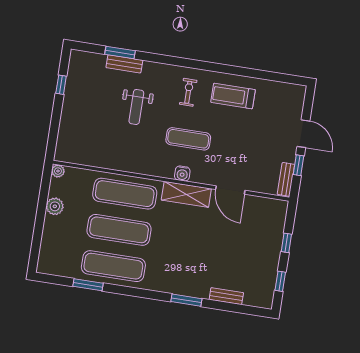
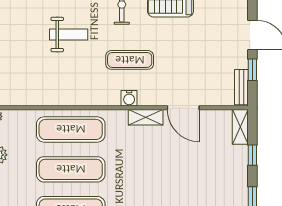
weight bench: (136, 107) -> (69, 34), turned -90
shelving: (186, 194) -> (146, 117), width x0.67, depth x0.75
shelving: (279, 215) -> (240, 127), added

